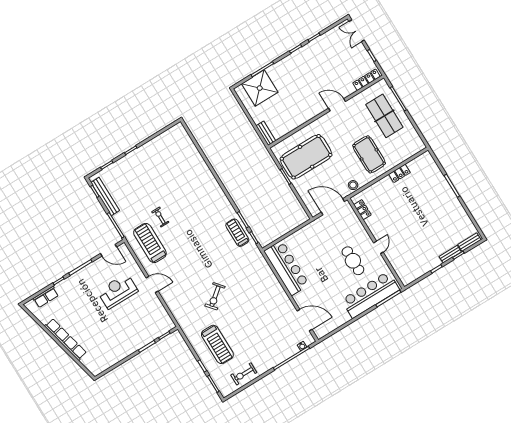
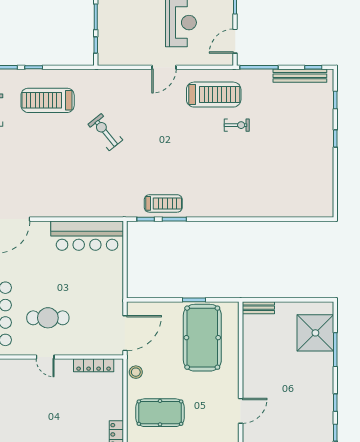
locker: (362, 210) -> (94, 365), width x1.53

